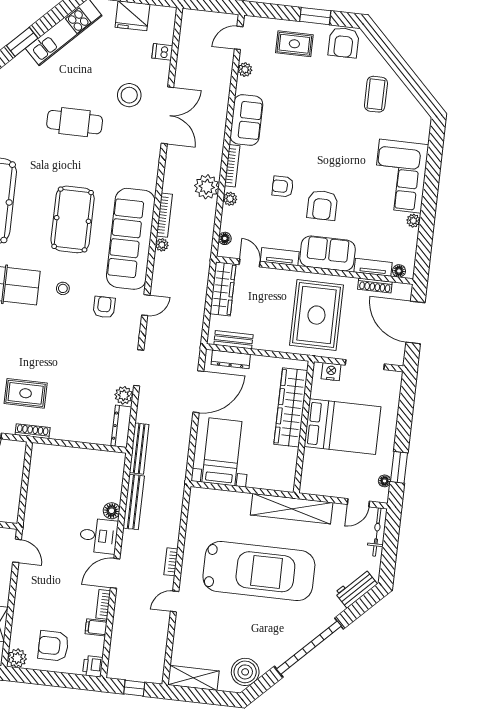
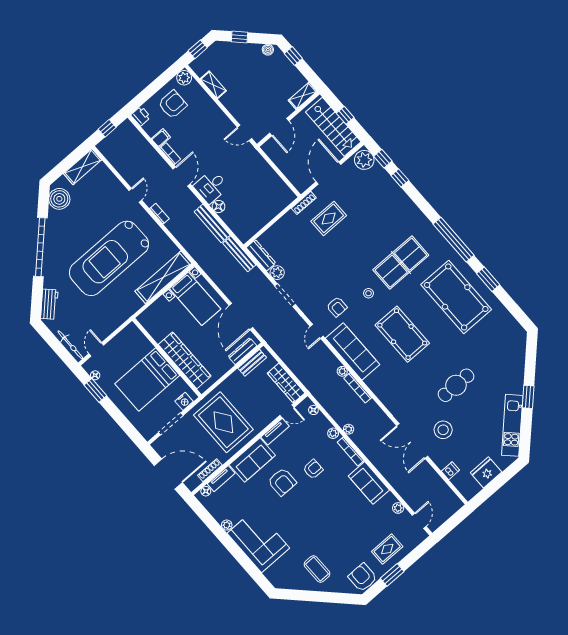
plant: (207, 187) -> (349, 429), width x0.53, depth x0.53
armchair: (322, 205) -> (282, 482), turned 180
sofa: (131, 239) -> (352, 351), width x0.74, depth x0.79
shelving: (292, 509) -> (163, 277), moved

